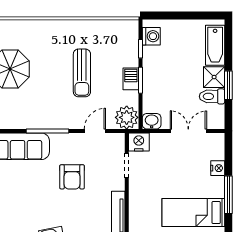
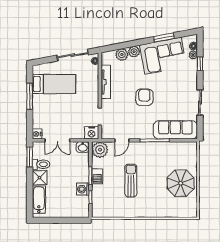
washing machine: (151, 36) -> (83, 189), moved
window: (228, 85) -> (30, 157), moved
nightstand: (218, 168) -> (37, 134), moved
armchair: (72, 177) -> (144, 97), moved

